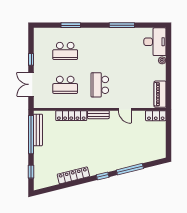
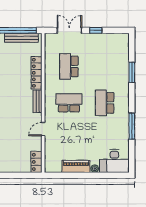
school desk: (65, 51) -> (105, 103), moved
piano: (160, 94) -> (76, 166), moved

